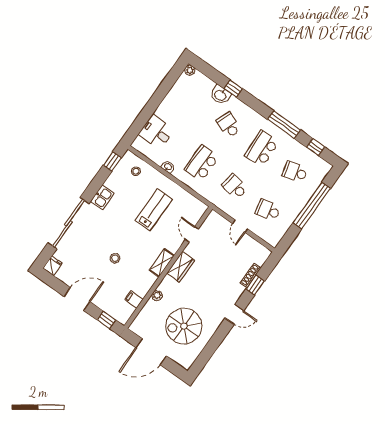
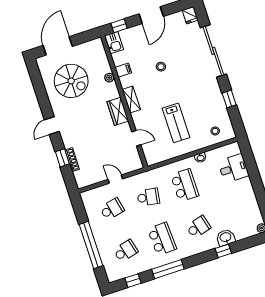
school desk: (229, 125) -> (198, 227), turned -36
window: (112, 162) -> (229, 99), moved
kitchen sink: (102, 197) -> (114, 43), moved, turned 180
filing cabinet: (134, 300) -> (123, 70), moved
spiral stairs: (184, 326) -> (71, 81), turned 90
door: (151, 352) -> (58, 46), moved

